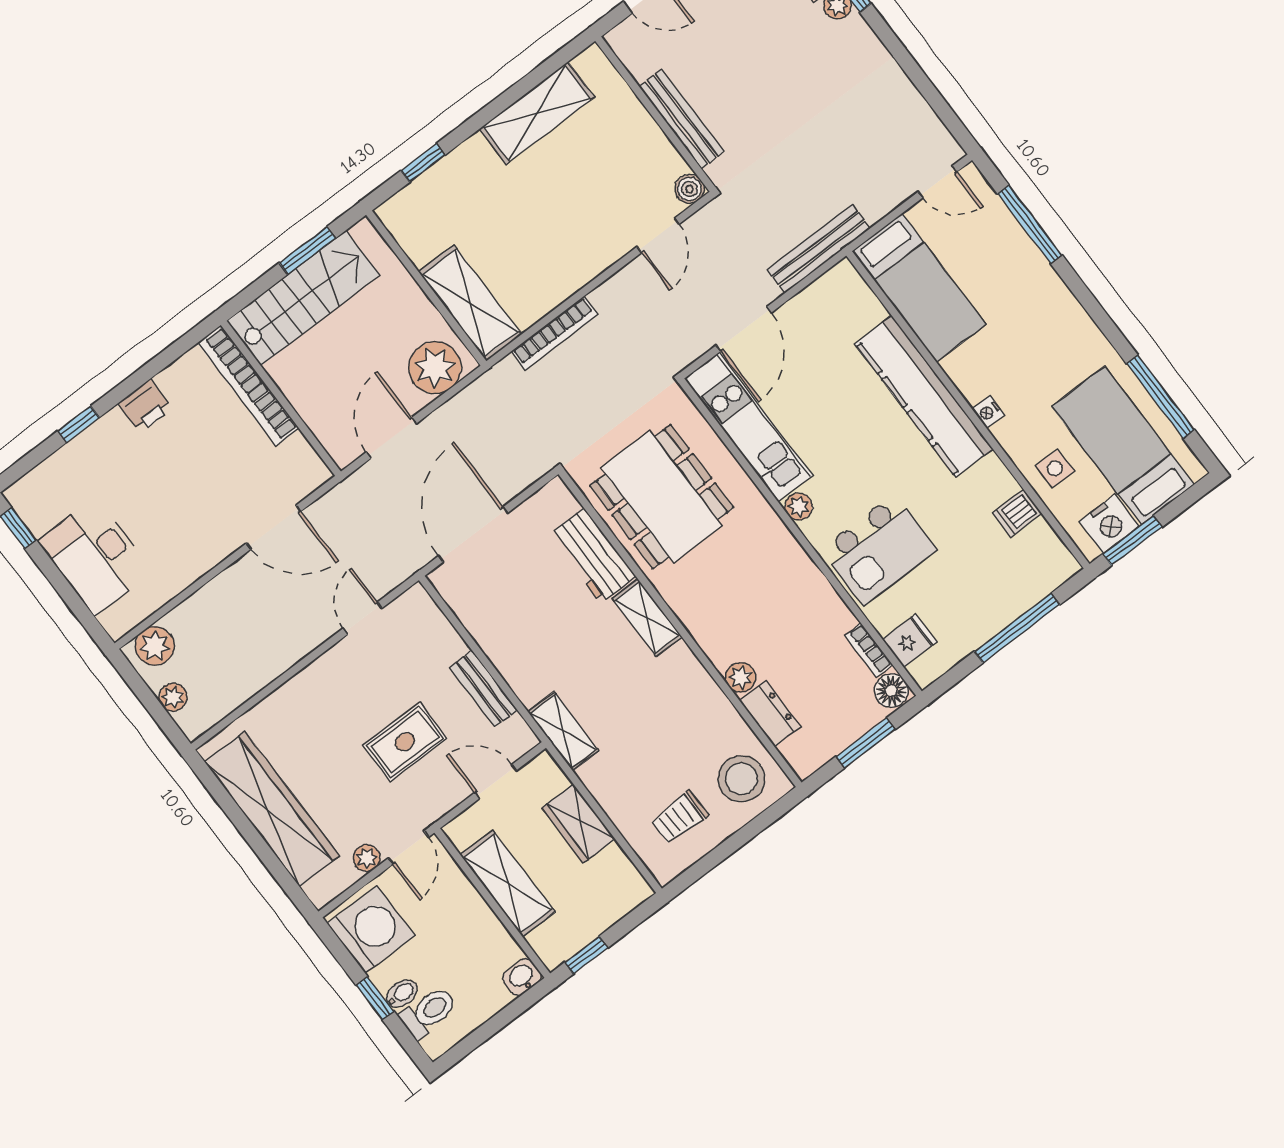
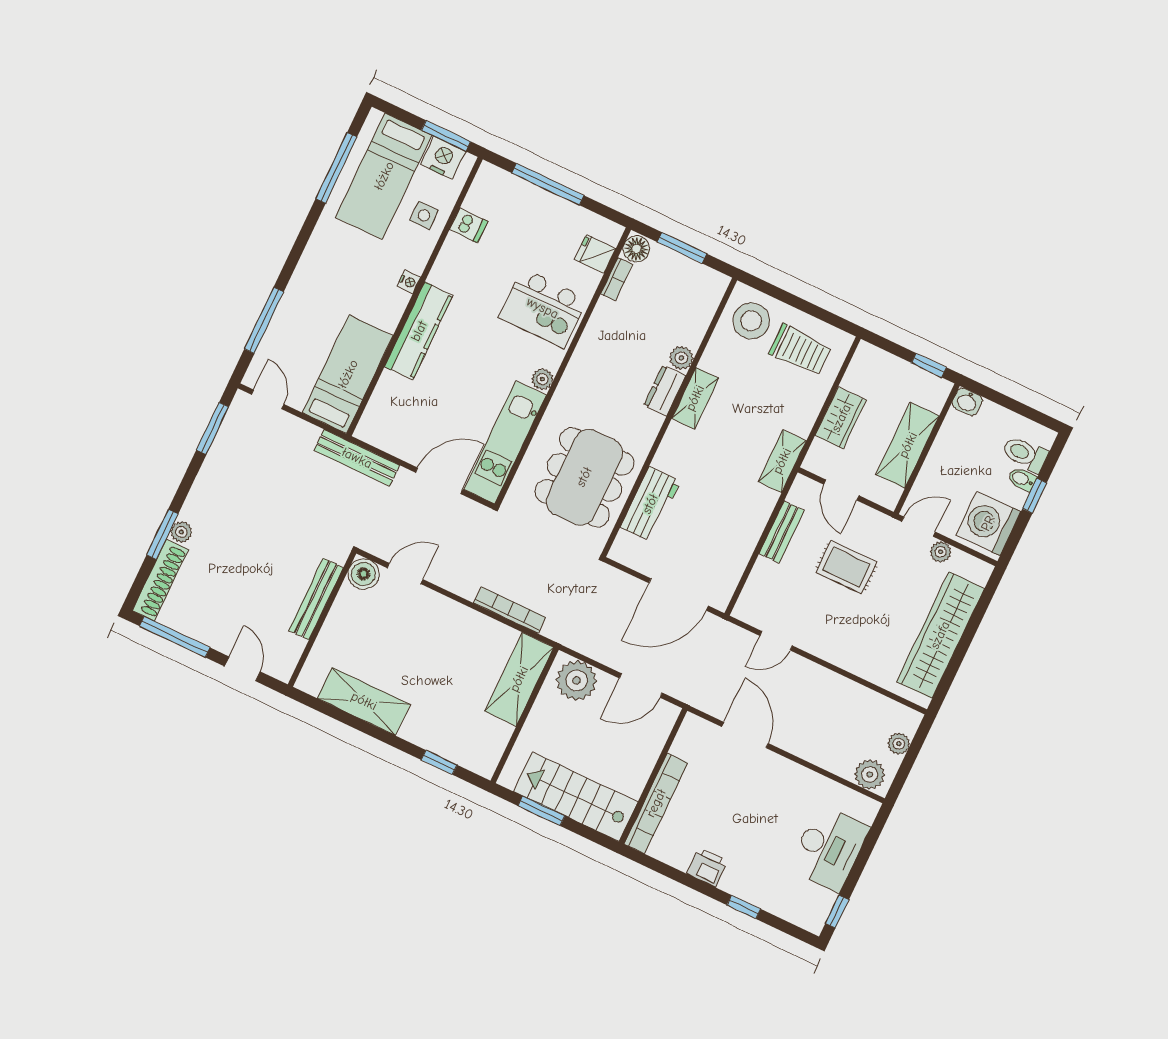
window: (937, 102) -> (213, 428), added
boiler: (689, 189) -> (364, 574), width x1.36, depth x1.36
kitchen counter: (924, 396) -> (419, 331), width x0.72, depth x0.86
kitchen island: (879, 550) -> (543, 308), turned 180
shelving: (647, 618) -> (695, 398), moved
dresser: (770, 714) -> (665, 390), moved
trolley: (680, 817) -> (800, 350), width x1.36, depth x1.39

